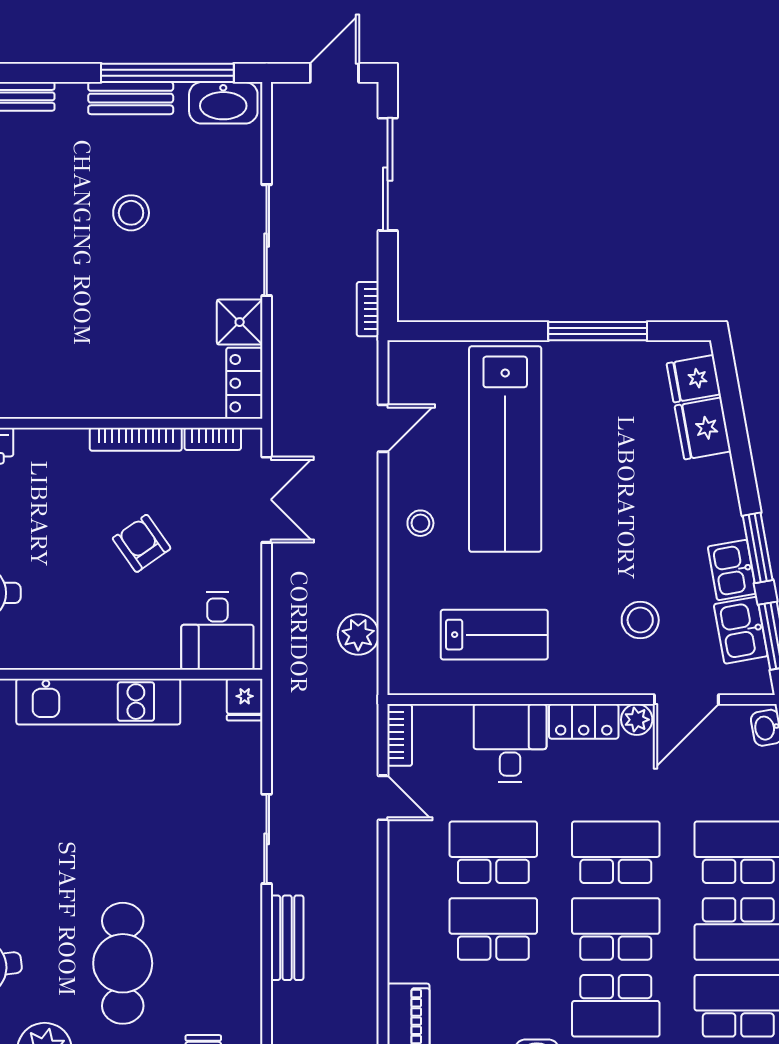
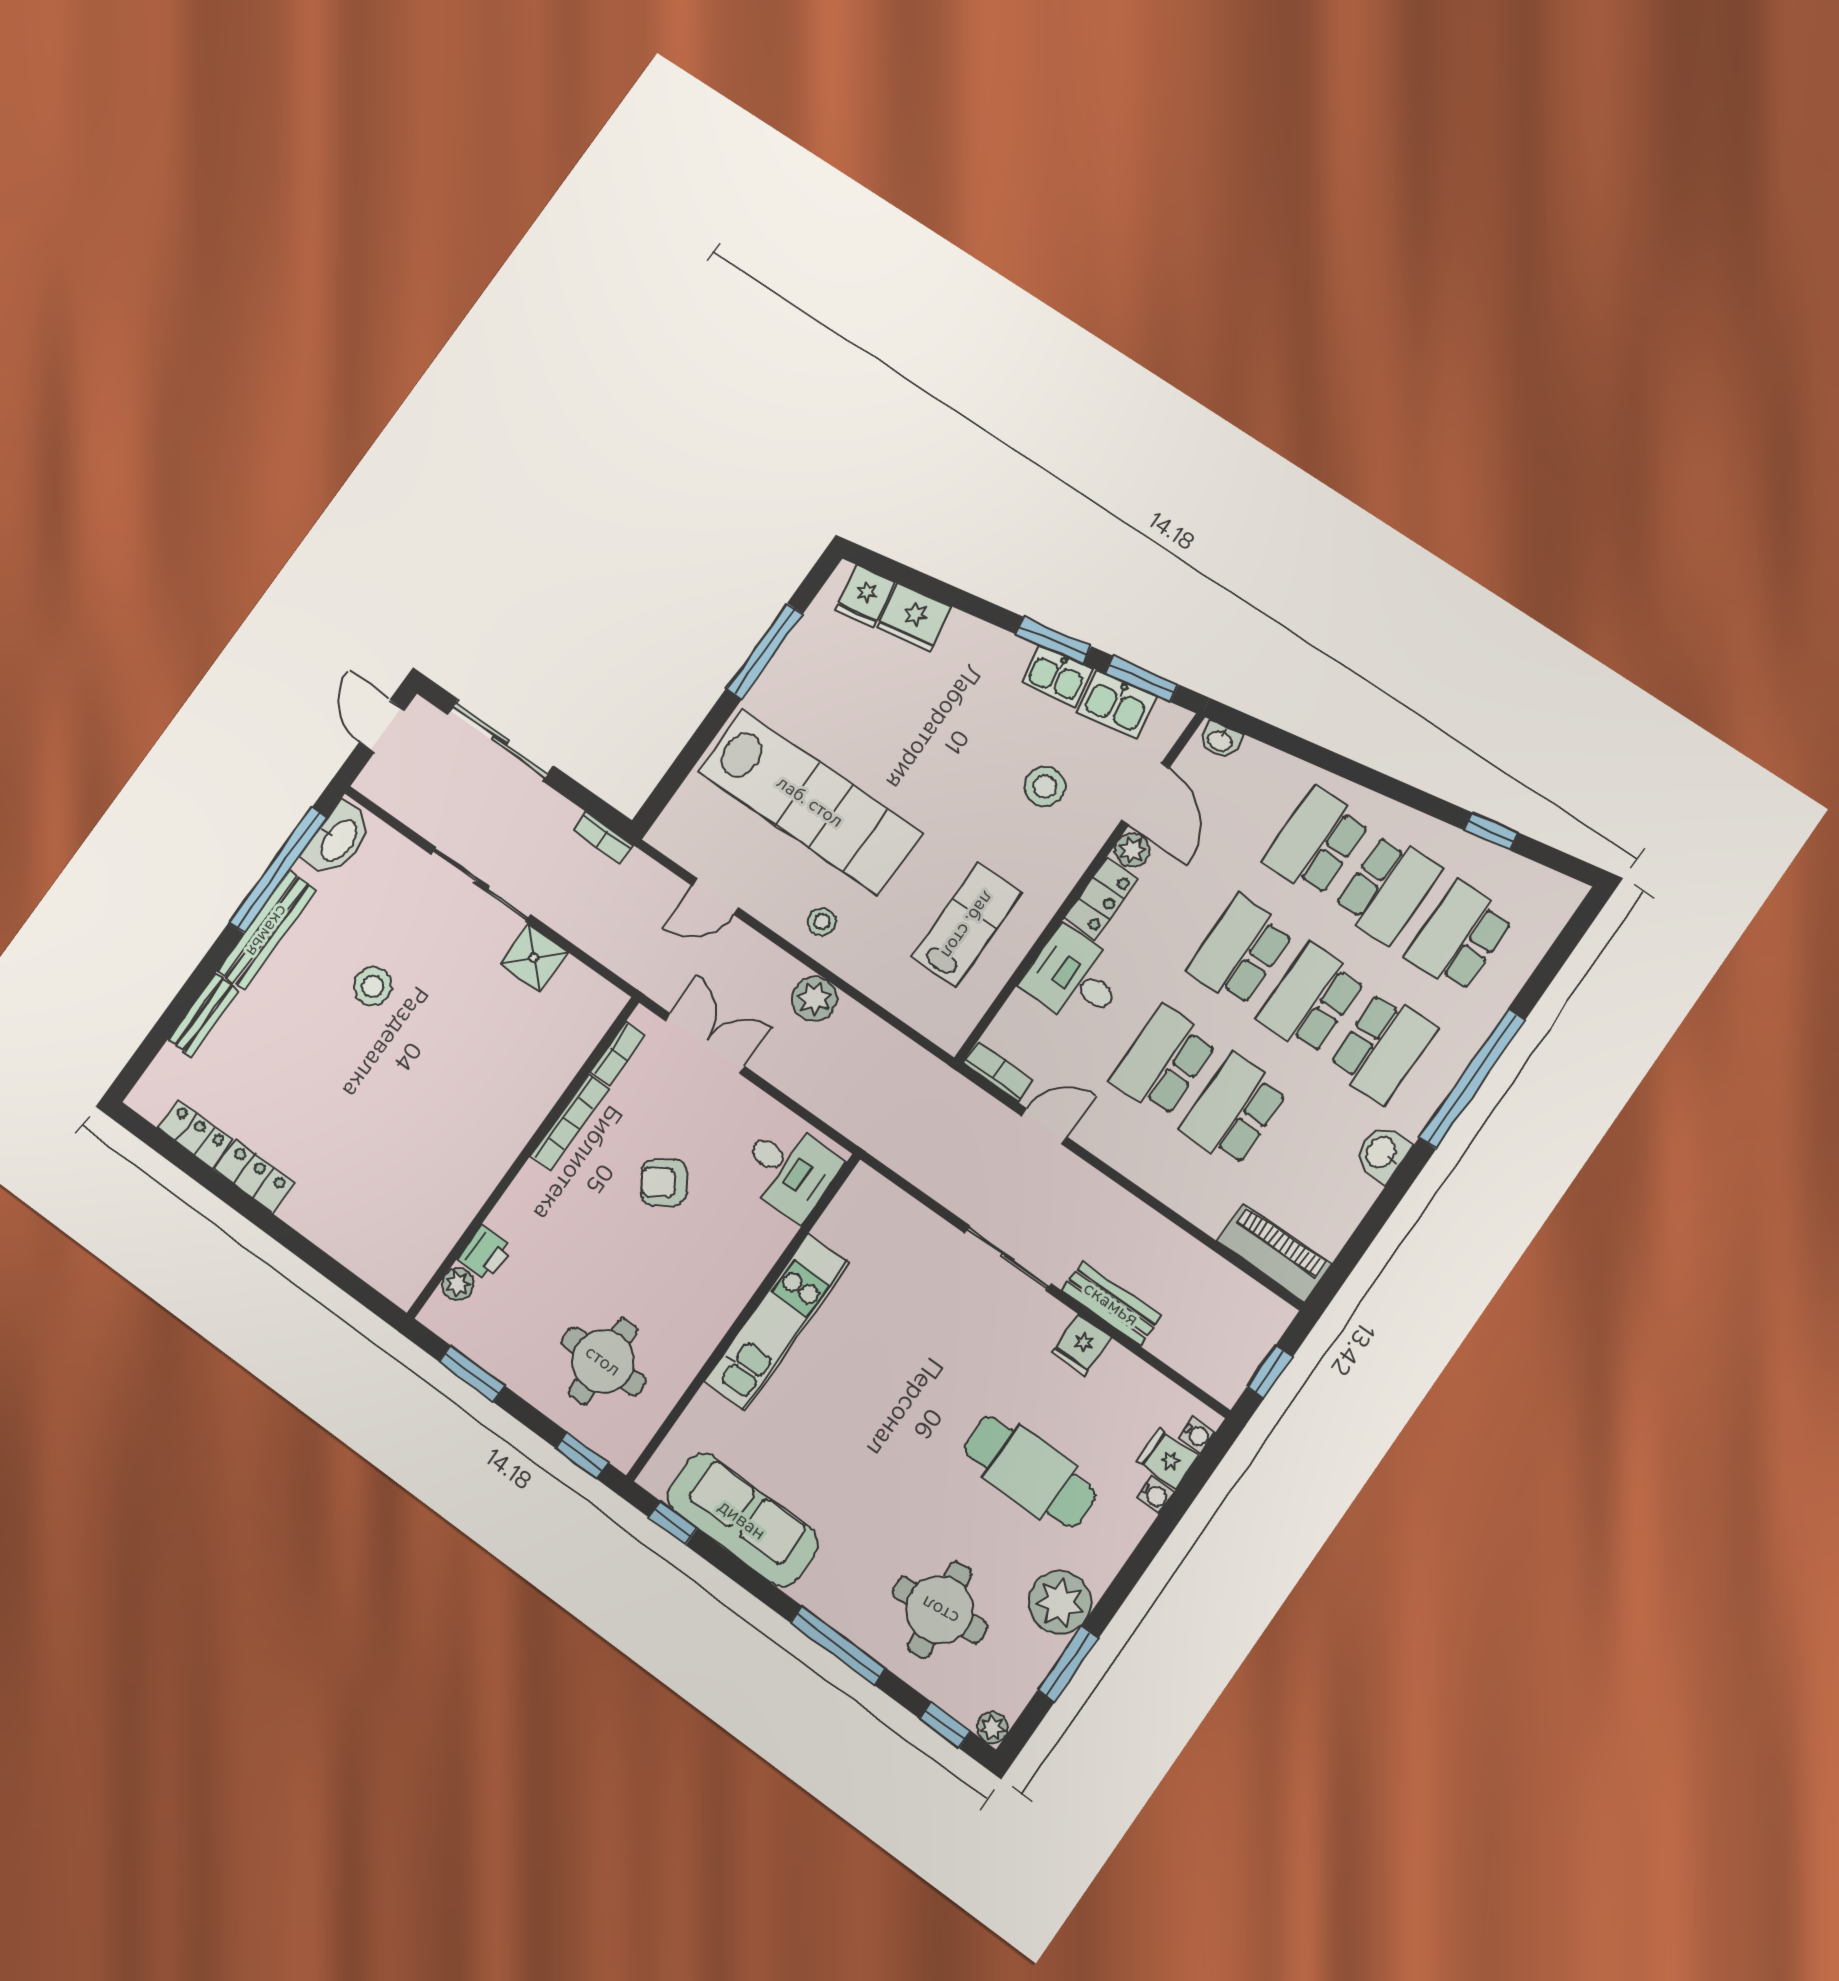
bench: (131, 98) -> (267, 931), width x1.36
locker: (244, 383) -> (589, 991), removed
door: (383, 428) -> (715, 897), swing flipped
plant: (358, 635) -> (814, 999), moved
fridge: (245, 700) -> (1081, 1345), moved, turned 90

